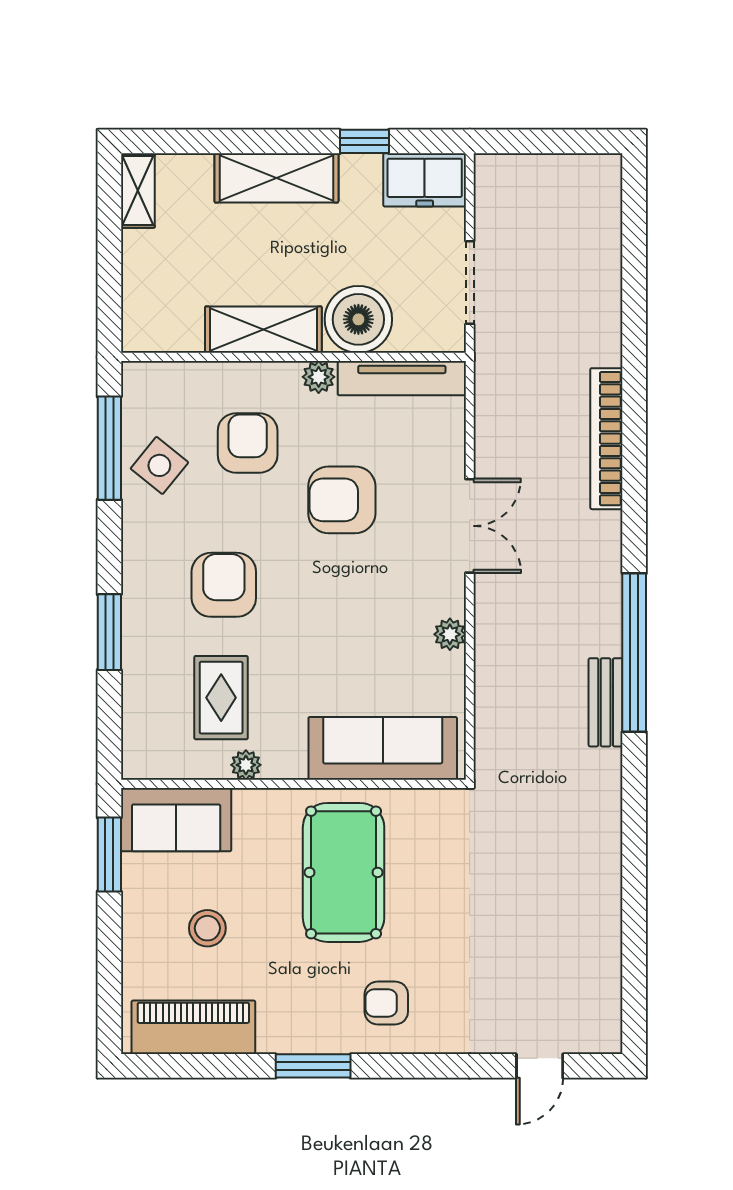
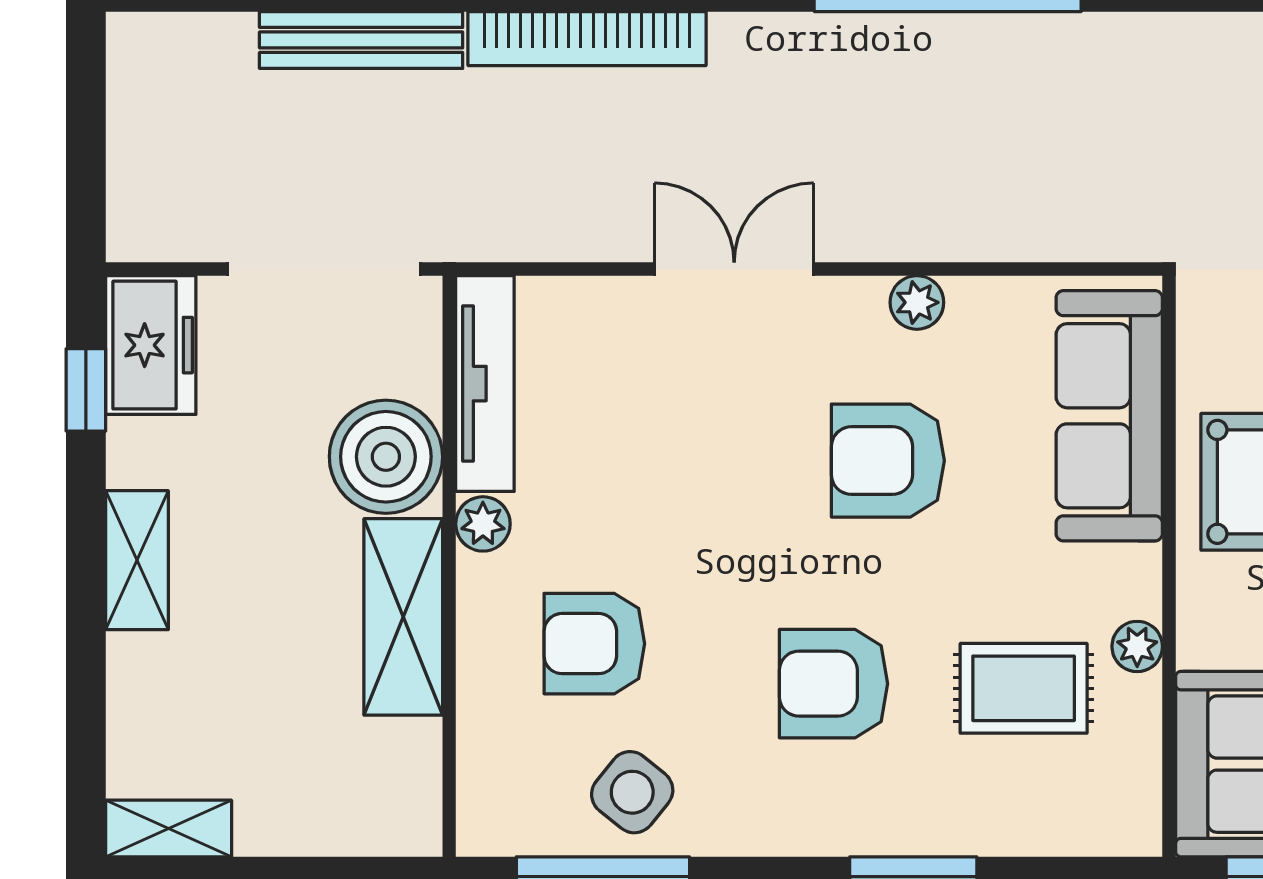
window: (364, 141) -> (86, 390), moved
shelving: (276, 178) -> (137, 560), width x0.67, depth x0.75
doorway: (470, 283) -> (324, 269), width x1.36
armchair: (342, 500) -> (888, 461), moved, turned 90
bench: (606, 702) -> (361, 40), moved, width x1.36

